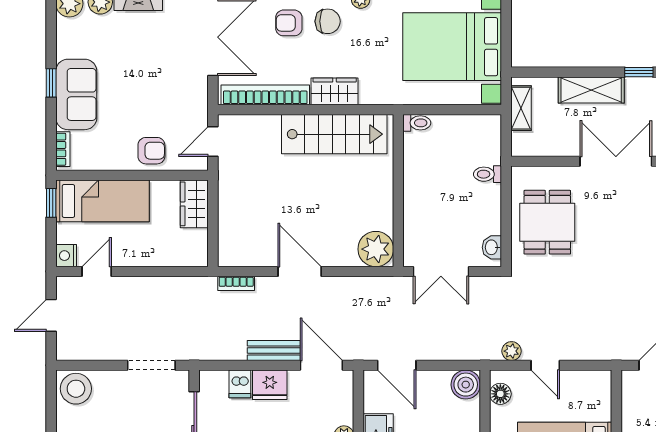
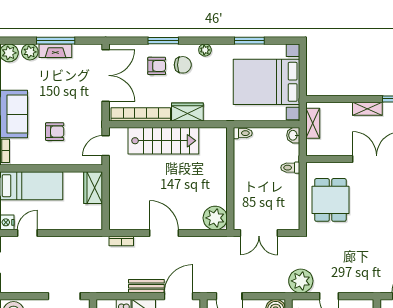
armchair: (289, 23) -> (157, 66), turned 180
shelving: (591, 90) -> (367, 109), width x0.67, depth x0.75
stairs: (334, 134) -> (163, 141), moved
armchair: (151, 151) -> (55, 132), moved
washbasin: (492, 247) -> (293, 135), moved
plant: (511, 351) -> (301, 281), width x1.88, depth x1.88
door: (321, 365) -> (179, 296), hinge flipped

